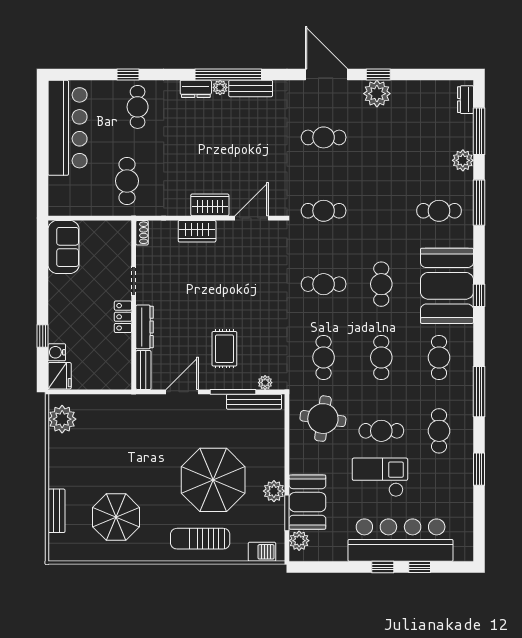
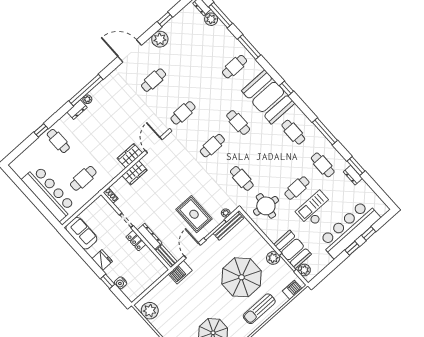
window: (378, 75) -> (165, 19), moved
bench: (251, 88) -> (101, 87), removed
bar counter: (68, 128) -> (49, 193), moved
plant: (463, 160) -> (211, 19), moved
cafe table: (127, 181) -> (83, 178), turned 90
rug: (224, 349) -> (194, 214), width x1.36, depth x1.43
cafe table: (381, 357) -> (268, 155), removed
fridge: (60, 376) -> (102, 260), moved
barbecue: (143, 405) -> (180, 272), added
dresser: (465, 477) -> (353, 175), added

